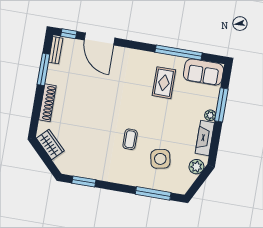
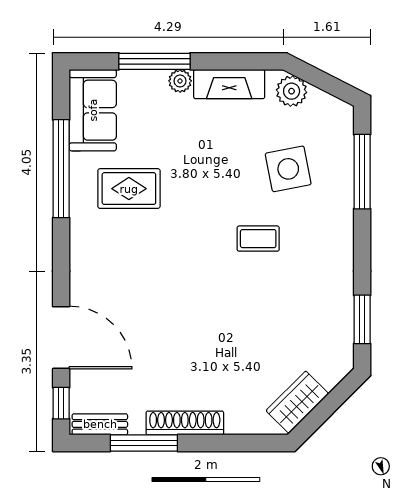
door: (99, 39) -> (61, 338), hinge flipped
shoe rack: (47, 103) -> (185, 423), moved

